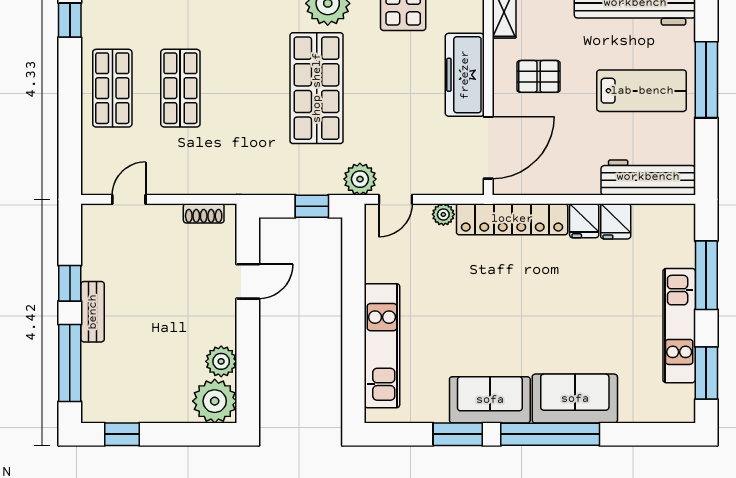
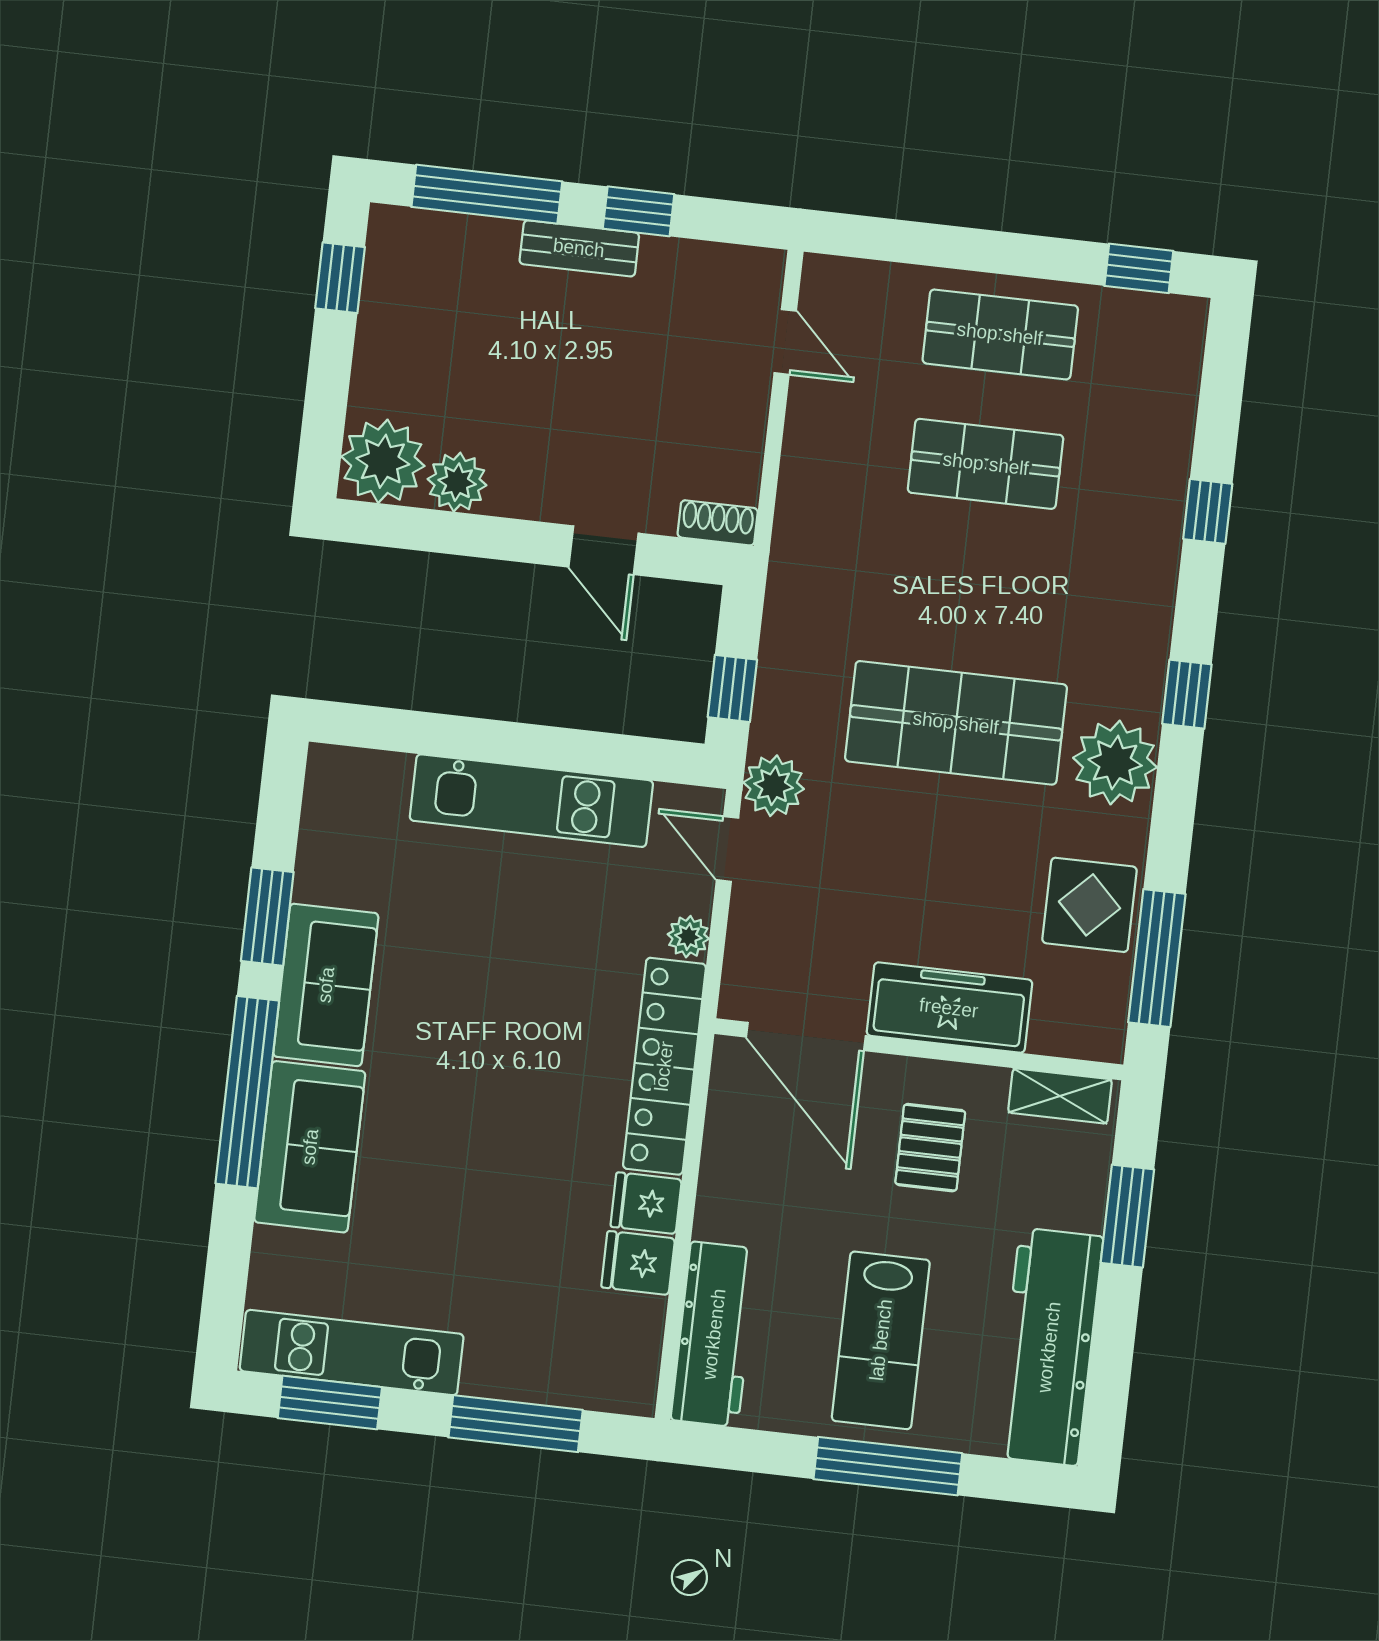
shoe rack: (204, 213) -> (718, 523), moved, turned 90
kitchen unit: (679, 326) -> (352, 1353), moved
kitchen unit: (382, 346) -> (531, 801), moved

